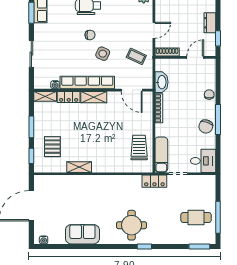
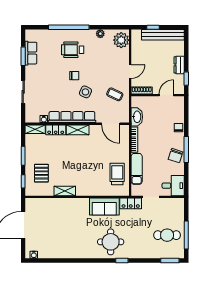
exam couch: (161, 155) -> (137, 169), moved
sofa: (82, 234) -> (104, 206), moved, turned 180

